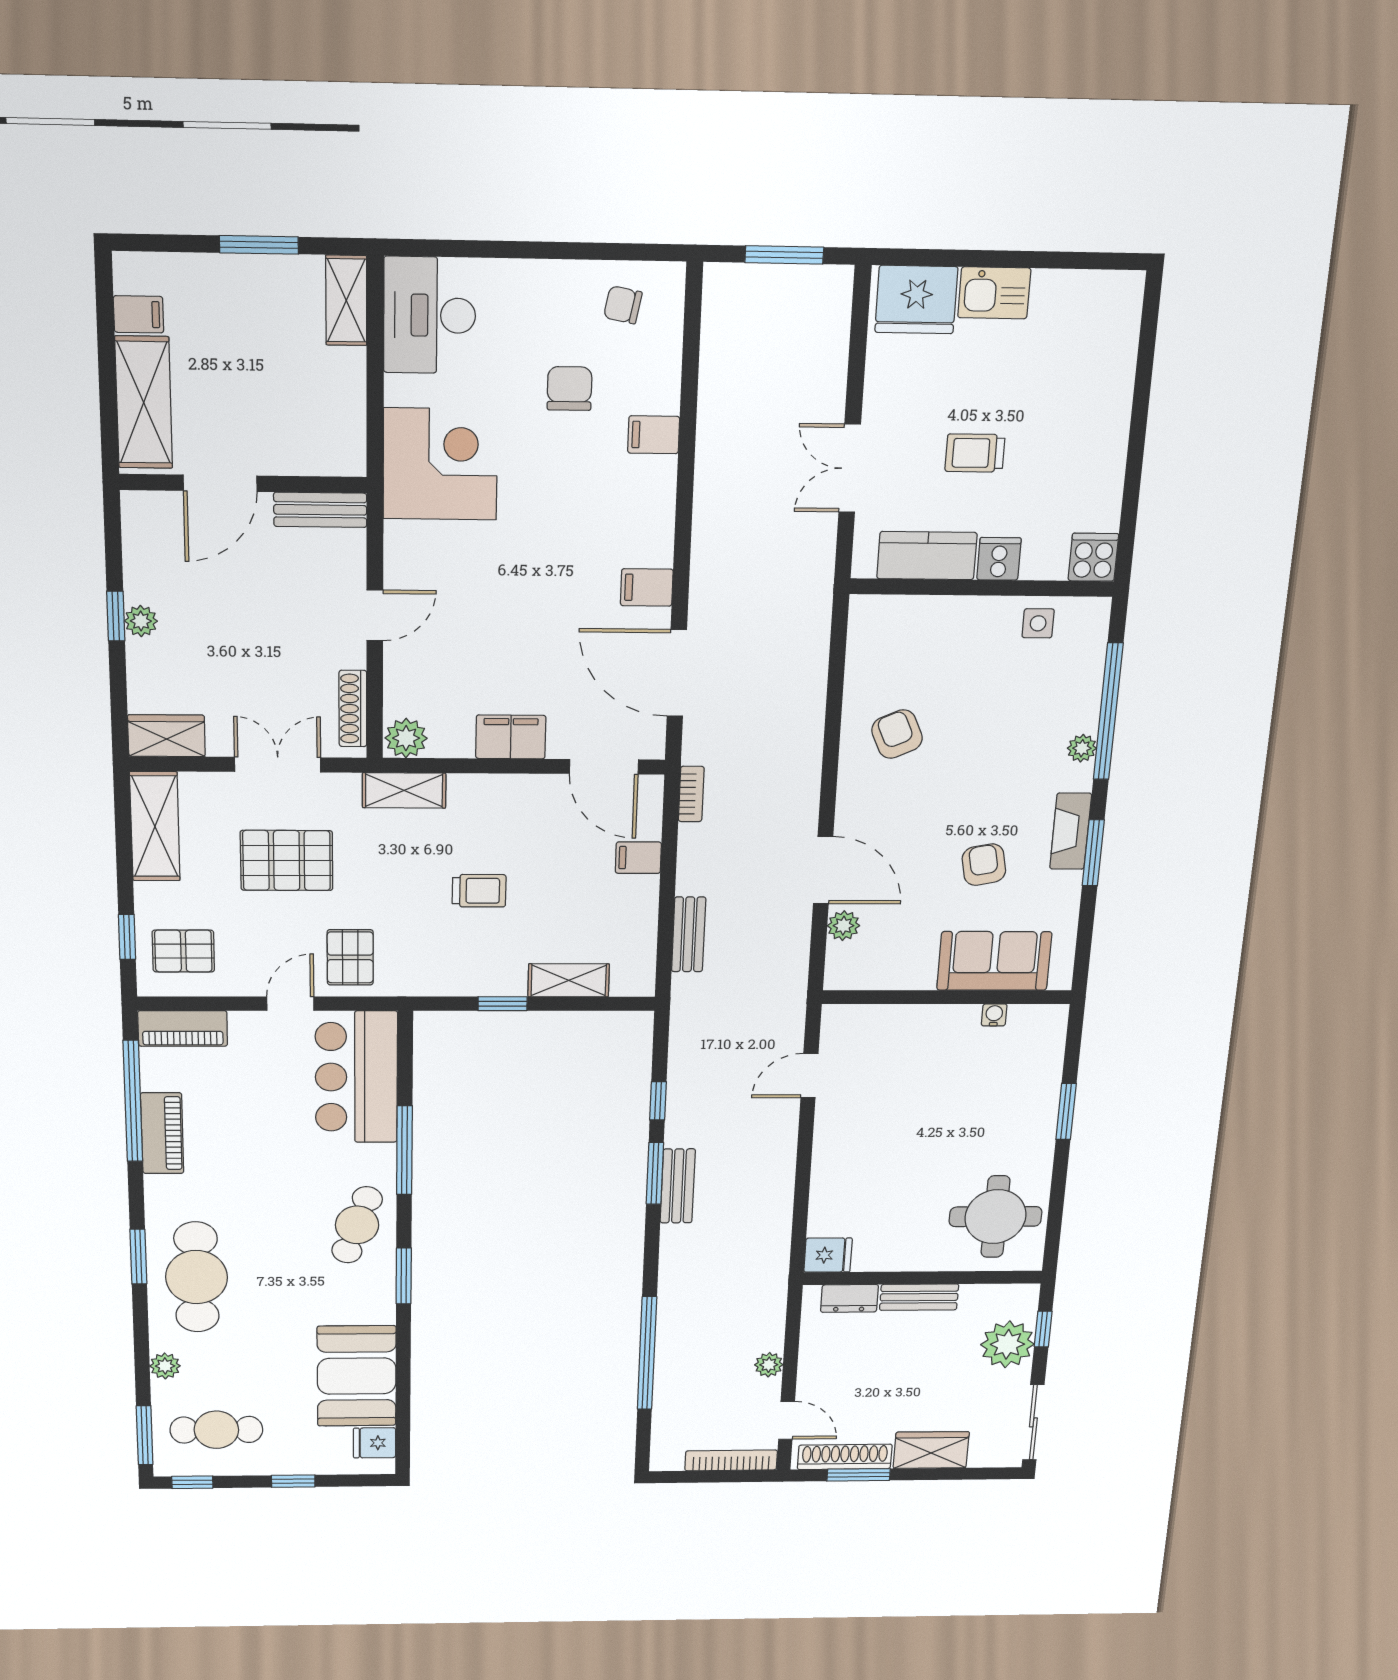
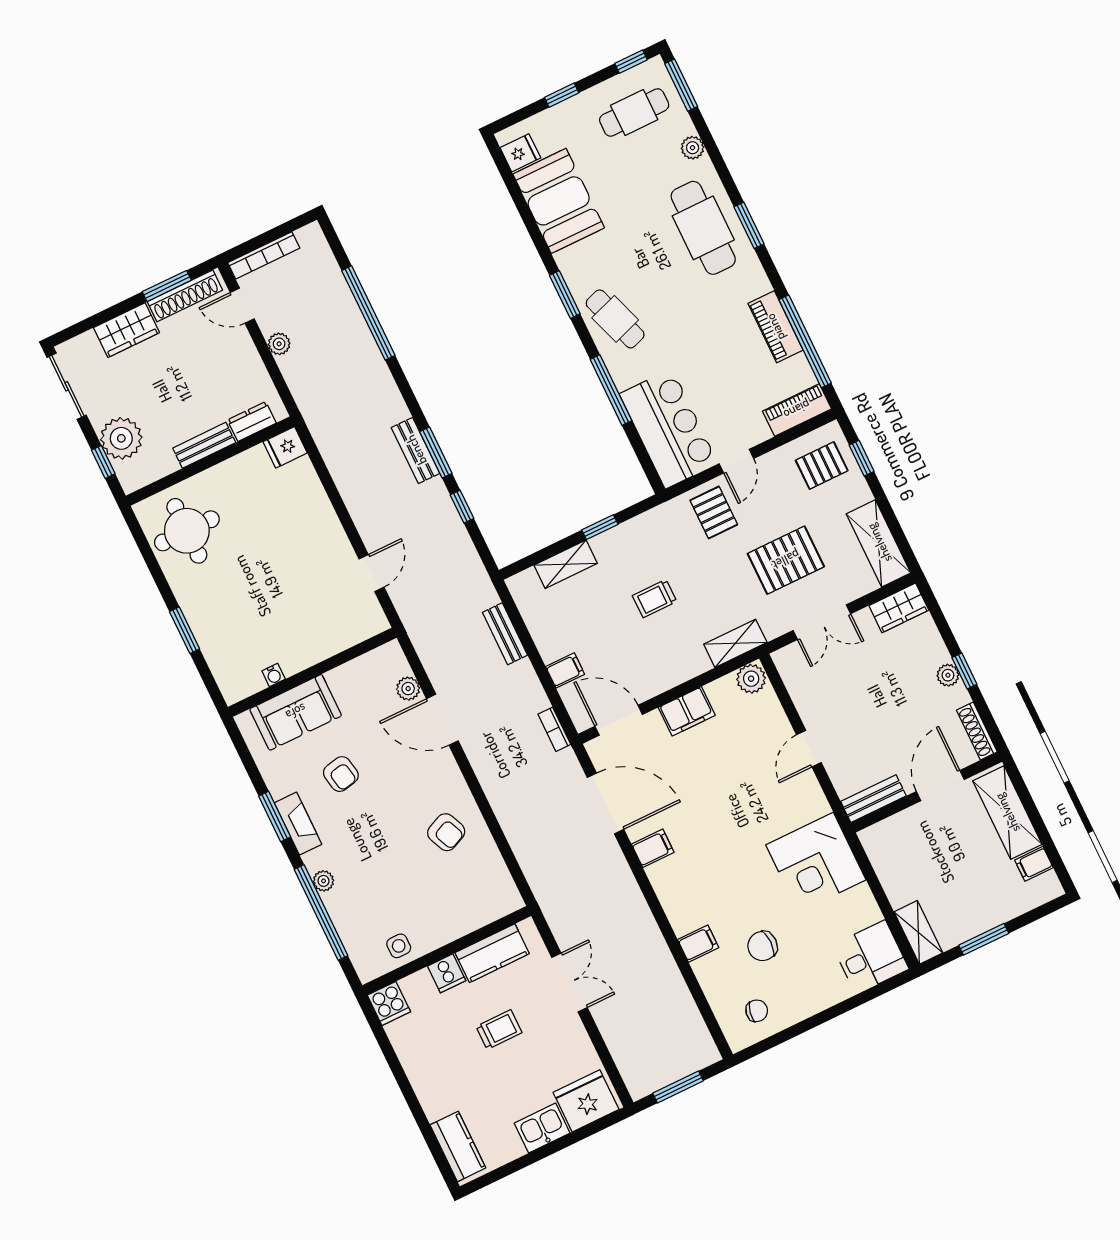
desk: (430, 315) -> (870, 957), width x0.73
kitchen counter: (1117, 326) -> (458, 1146), added
chair: (569, 389) -> (762, 946), turned 90
shoe rack: (353, 709) -> (977, 731), moved, turned 180
cafe table: (357, 1225) -> (615, 319), turned -38

